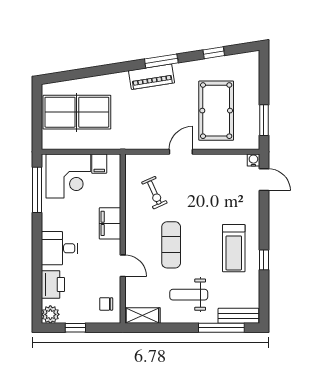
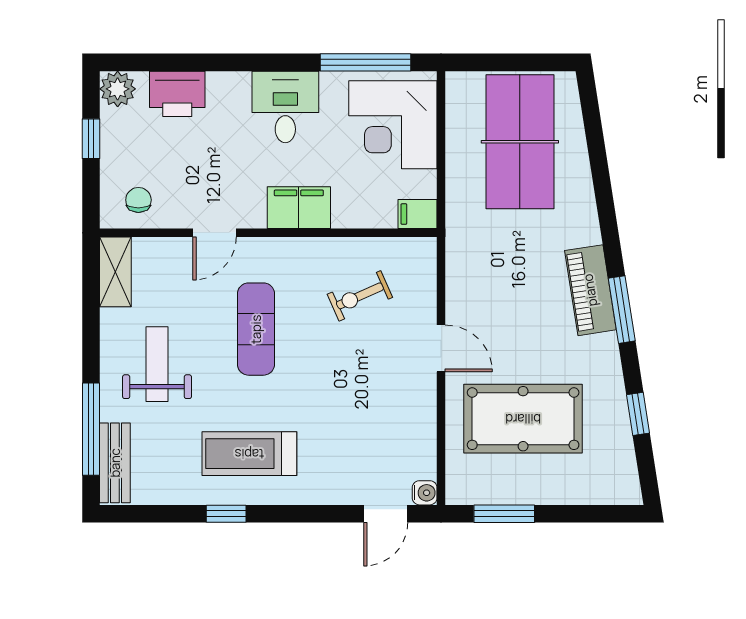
filing cabinet: (99, 164) -> (417, 214), moved
exercise mat: (171, 245) -> (256, 329), turned 90
desk: (59, 248) -> (285, 107), moved

